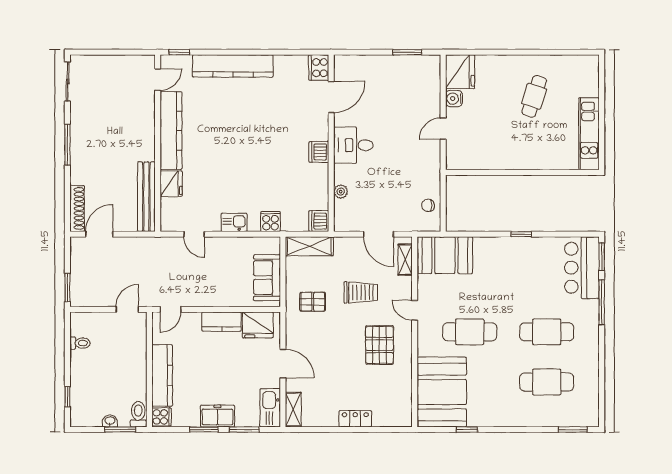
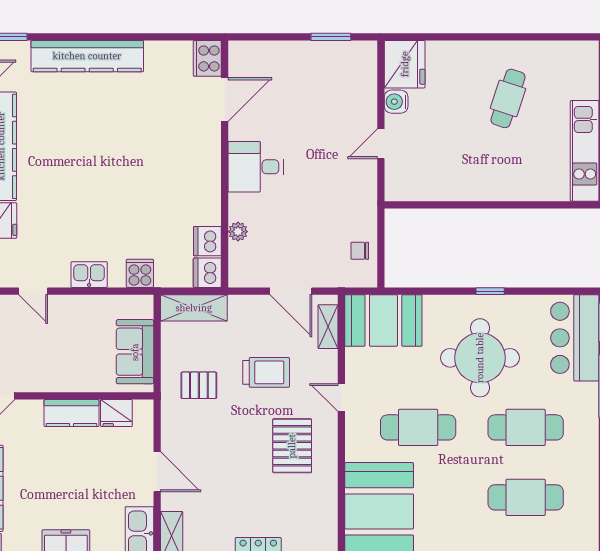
dishwasher: (319, 152) -> (207, 241), moved
round table: (514, 282) -> (480, 358), added
fridge: (258, 325) -> (116, 413), width x0.73, depth x0.75

